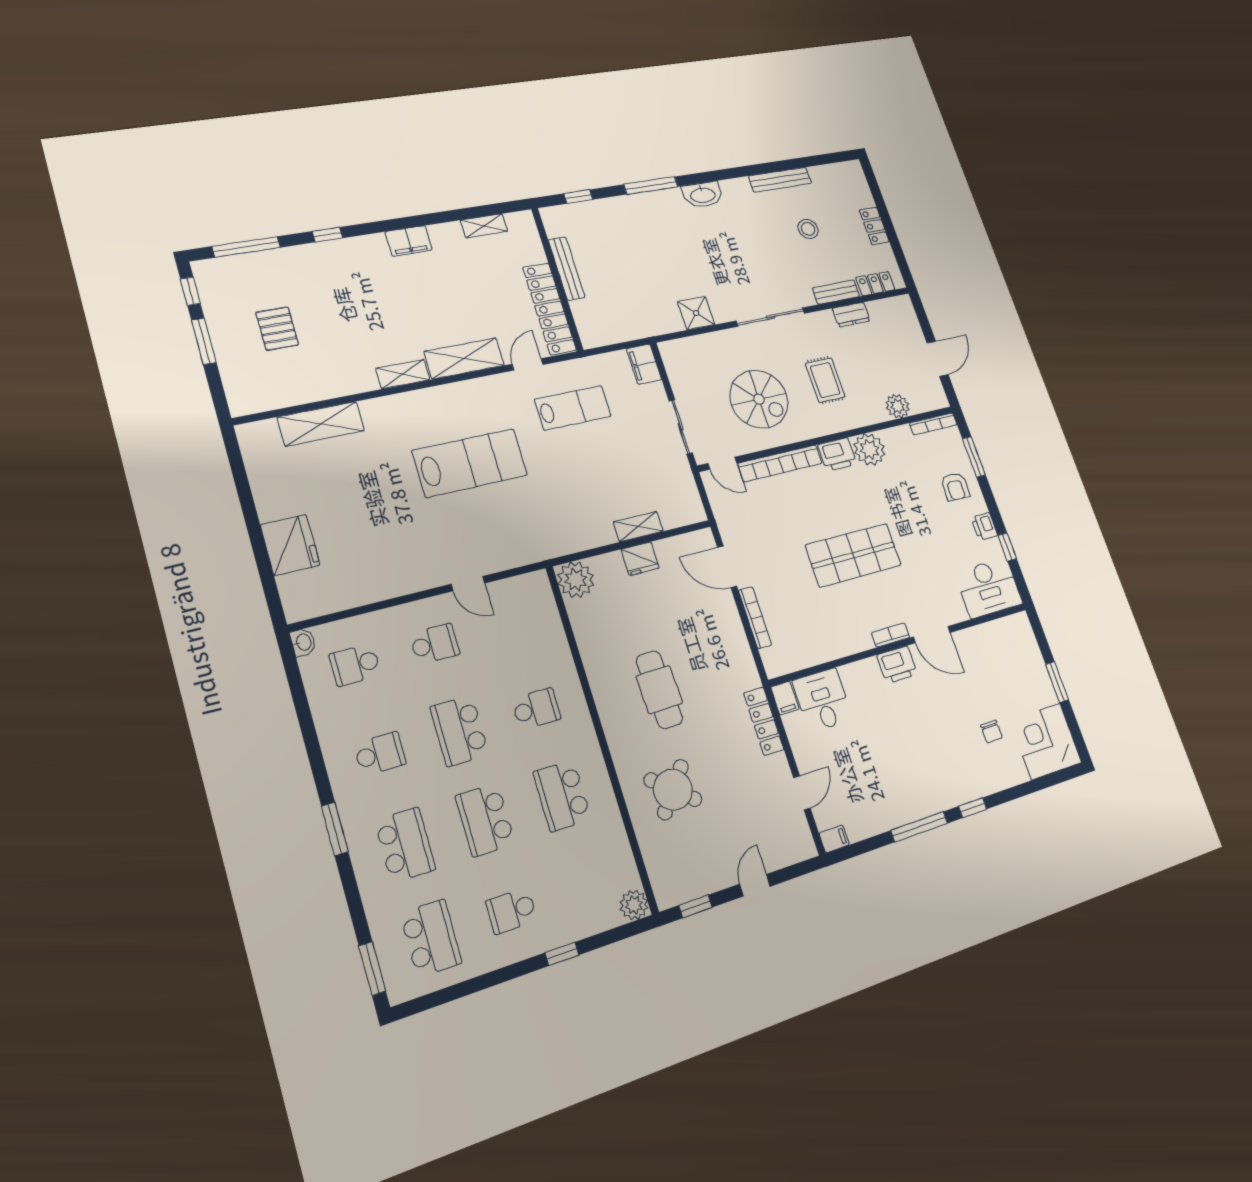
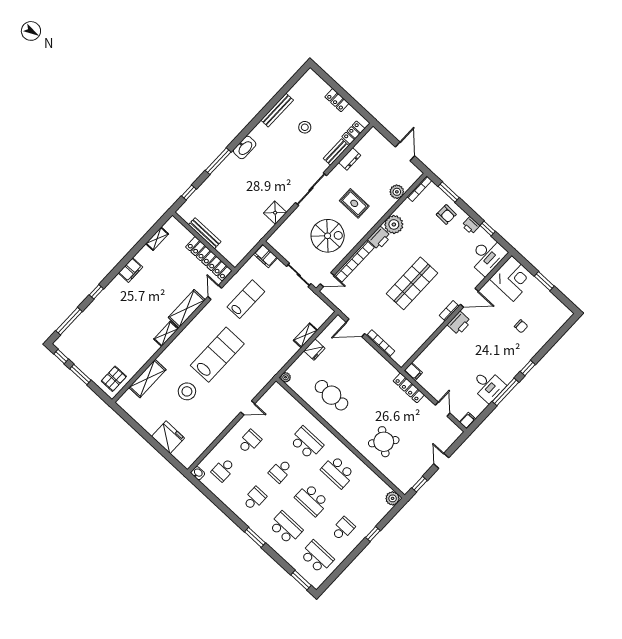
pallet: (277, 329) -> (114, 379), moved, turned 90
stool: (377, 489) -> (187, 391), added
plant: (576, 580) -> (286, 377), width x0.53, depth x0.53
cafe table: (659, 690) -> (331, 395), moved
desk: (823, 700) -> (488, 386), moved, turned 180
school desk: (536, 709) -> (307, 443), width x1.85
school desk: (460, 731) -> (281, 471), width x0.54
corner desk: (1046, 741) -> (513, 278), moved, turned 180
school desk: (512, 911) -> (343, 529), turned 180

